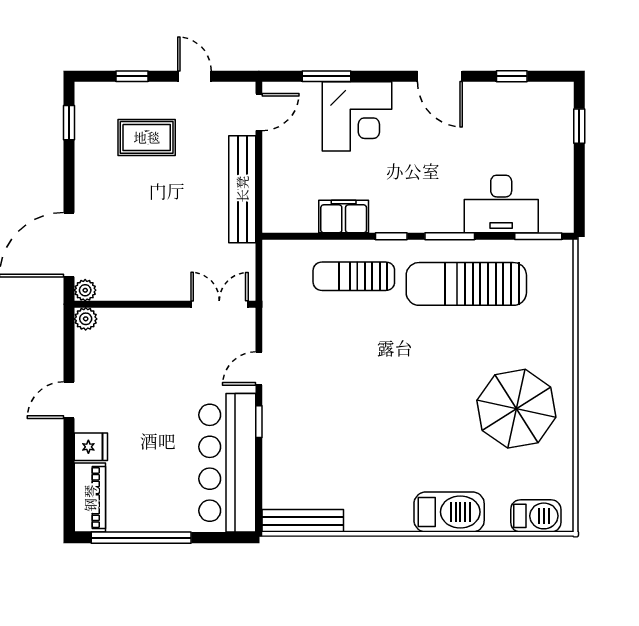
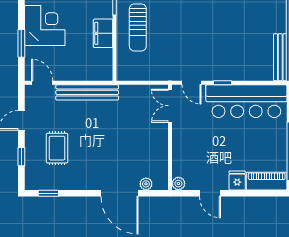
wall: (165, 304) -> (170, 137), moved
double door: (219, 304) -> (170, 106), moved
plant: (86, 319) -> (178, 184), moved

